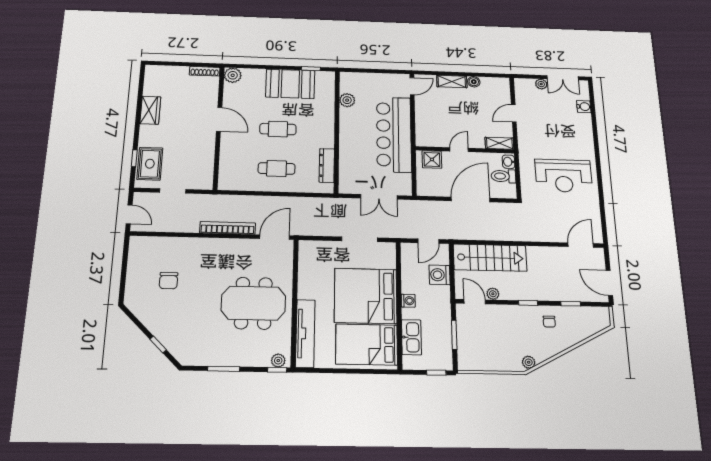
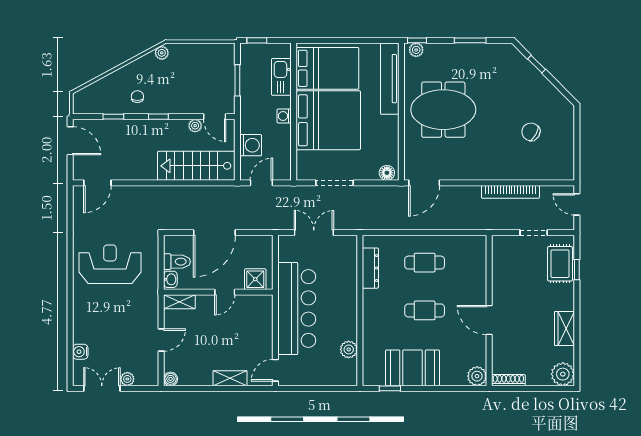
plant: (155, 74) -> (563, 374), added
boiler: (474, 82) -> (171, 379), moved
bookcase: (228, 228) -> (510, 192), moved
floor lamp: (310, 247) -> (387, 173), added
chair: (169, 281) -> (531, 132), turned -60

